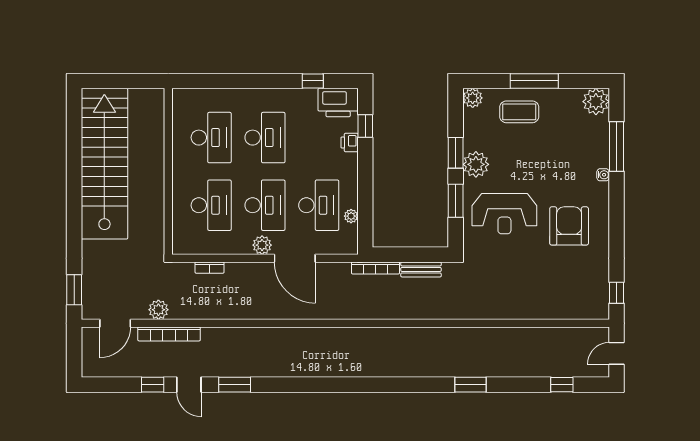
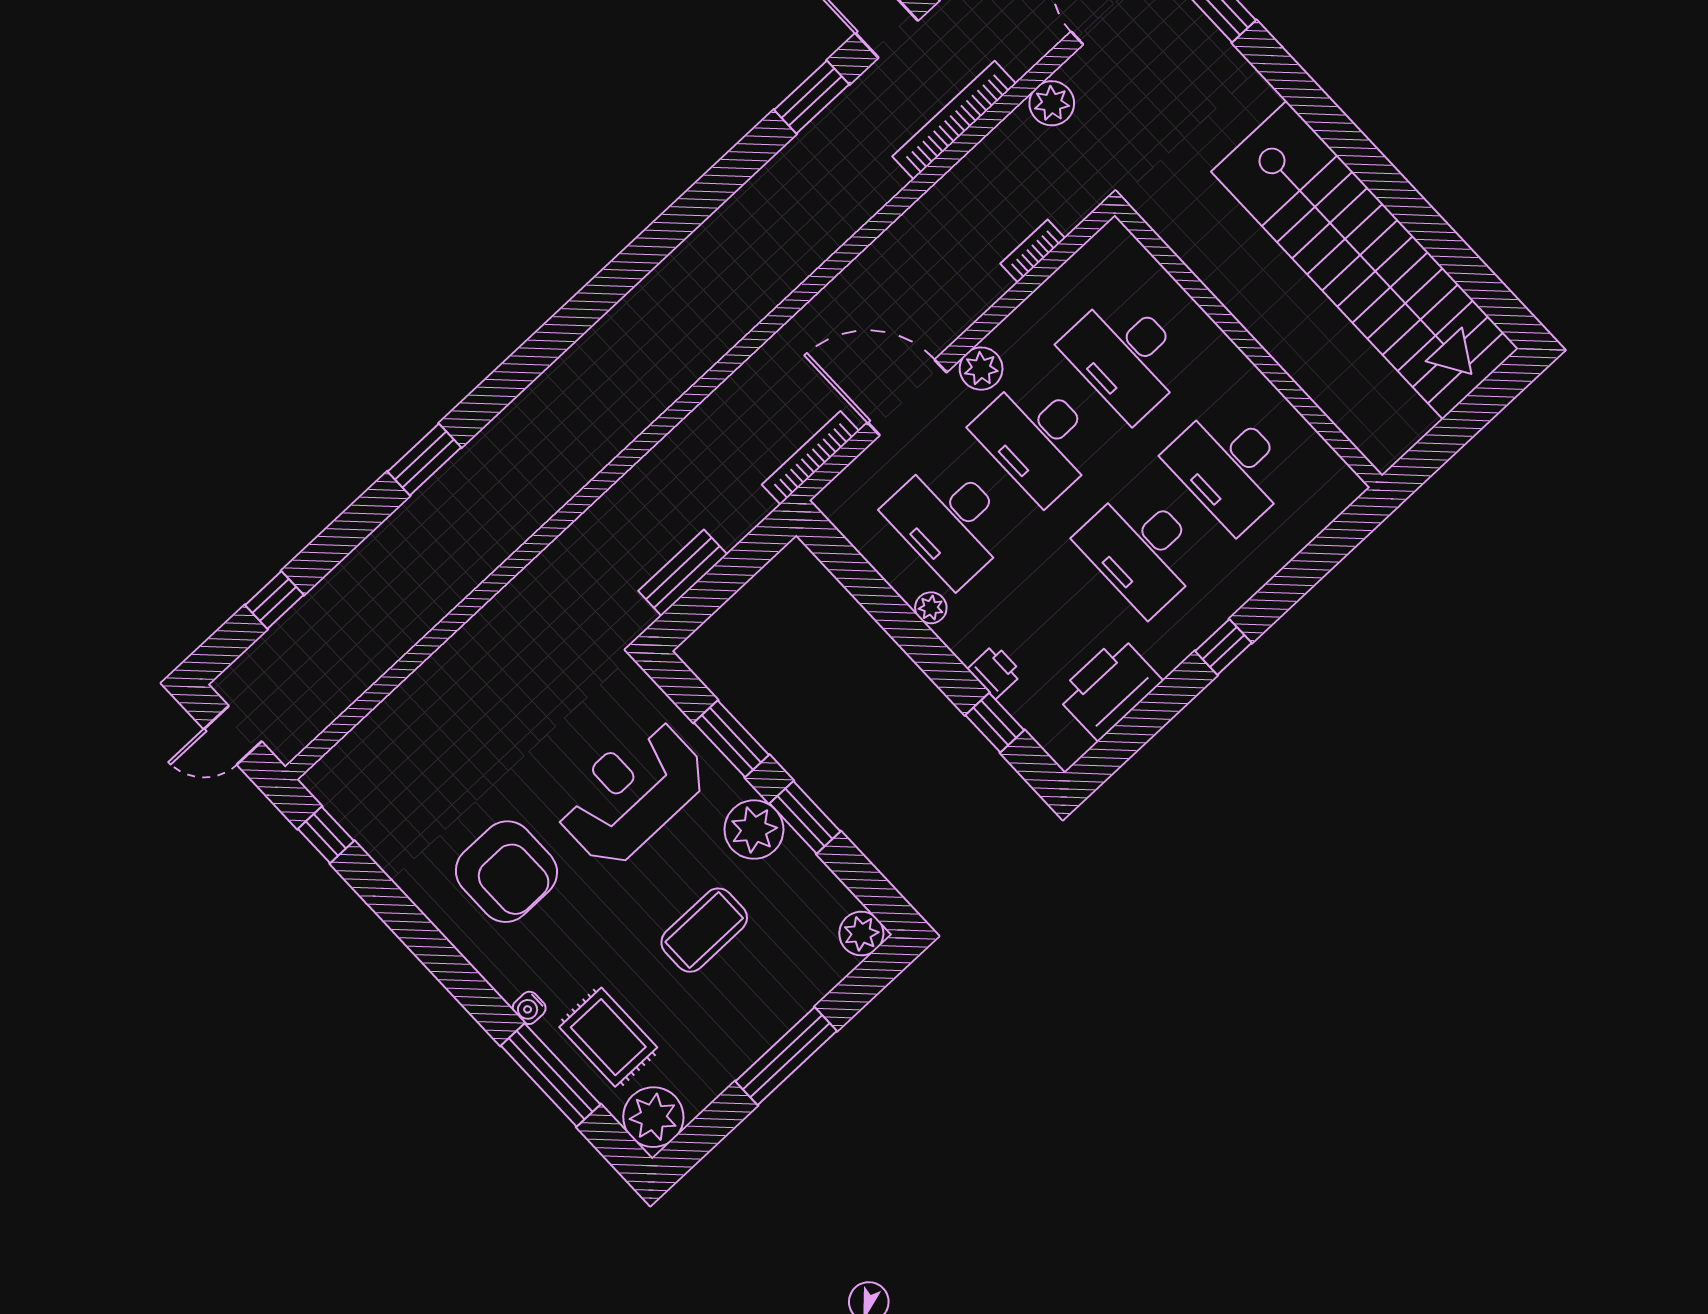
window: (313, 81) -> (1223, 647), moved
printer: (338, 103) -> (1109, 688), moved
coffee table: (519, 112) -> (704, 930), moved
rug: (586, 141) -> (608, 1037), added
plant: (351, 216) -> (931, 608), moved
bookcase: (375, 268) -> (811, 458), moved
bookcase: (169, 334) -> (954, 120), moved
door: (617, 353) -> (233, 735), swing flipped

